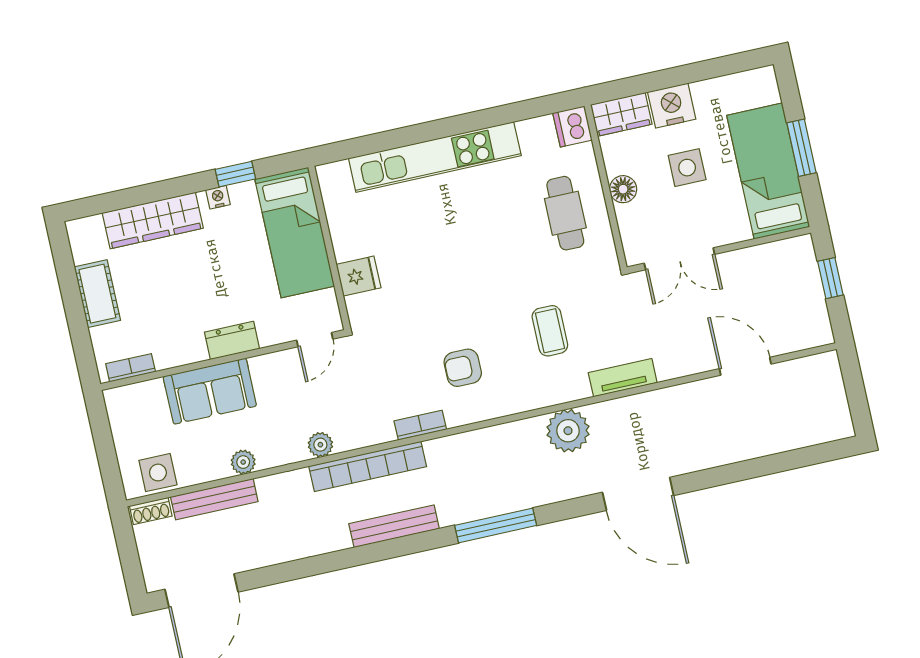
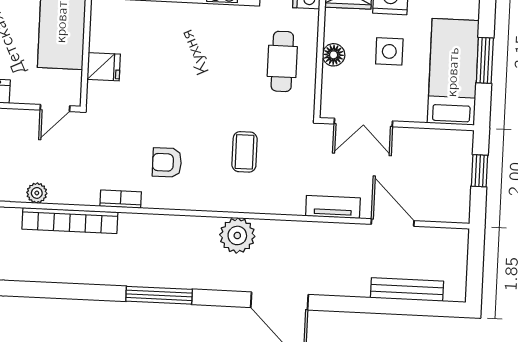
tv unit: (623, 378) -> (333, 207), moved
bench: (394, 526) -> (407, 289), moved

